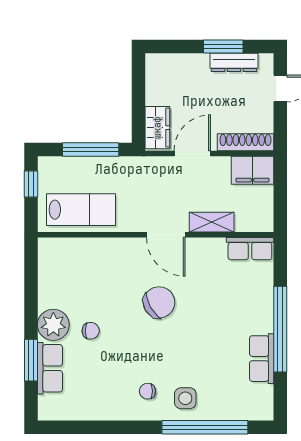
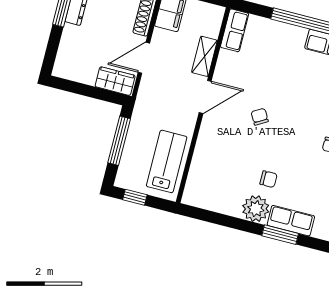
door: (192, 154) -> (144, 58), hinge flipped
chair: (159, 302) -> (260, 117), width x0.54, depth x0.54
chair: (91, 331) -> (269, 179), turned 90

